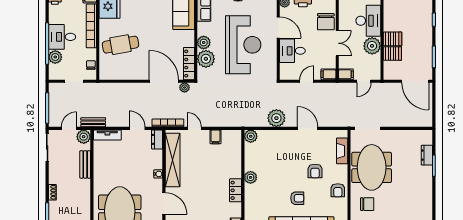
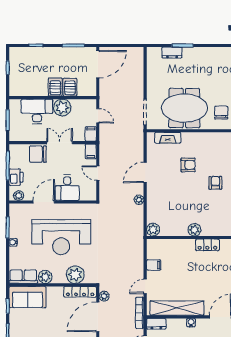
chair: (326, 22) -> (38, 154), turned 180
plant: (204, 42) -> (45, 277), moved
reception desk: (243, 45) -> (61, 237), turned 180
plant: (276, 118) -> (139, 200), width x0.53, depth x0.53
armchair: (338, 190) -> (207, 142), removed

